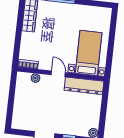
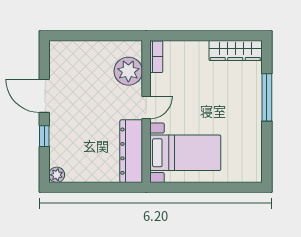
plant: (35, 78) -> (128, 71), width x1.88, depth x1.88

